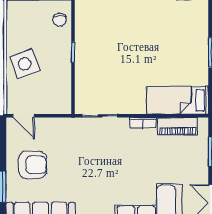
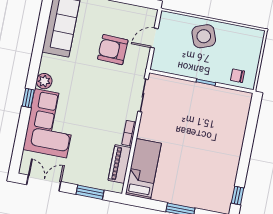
door: (24, 116) -> (154, 38), moved
armchair: (33, 165) -> (113, 50), moved, turned 92

